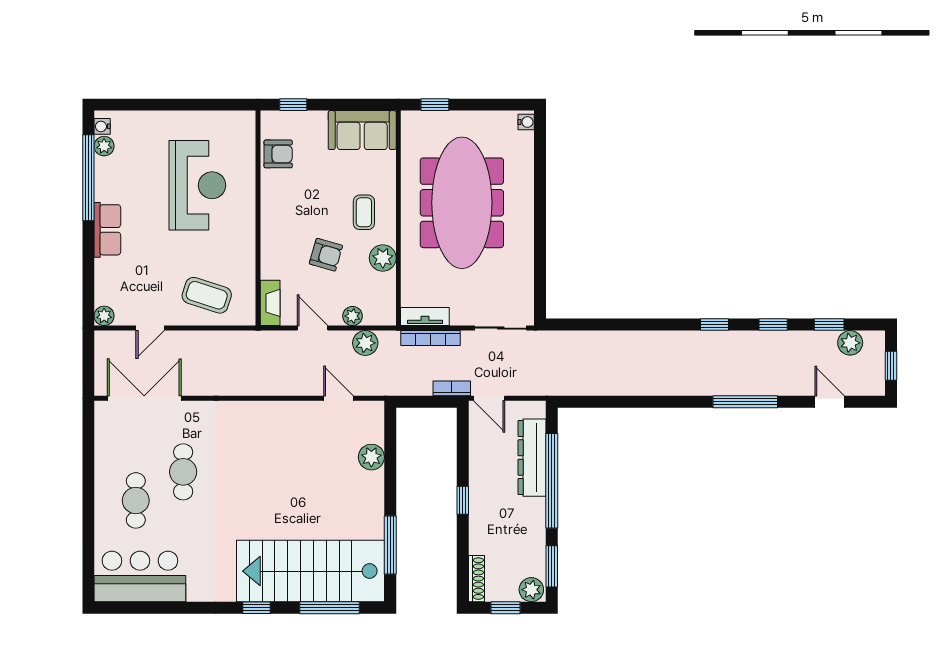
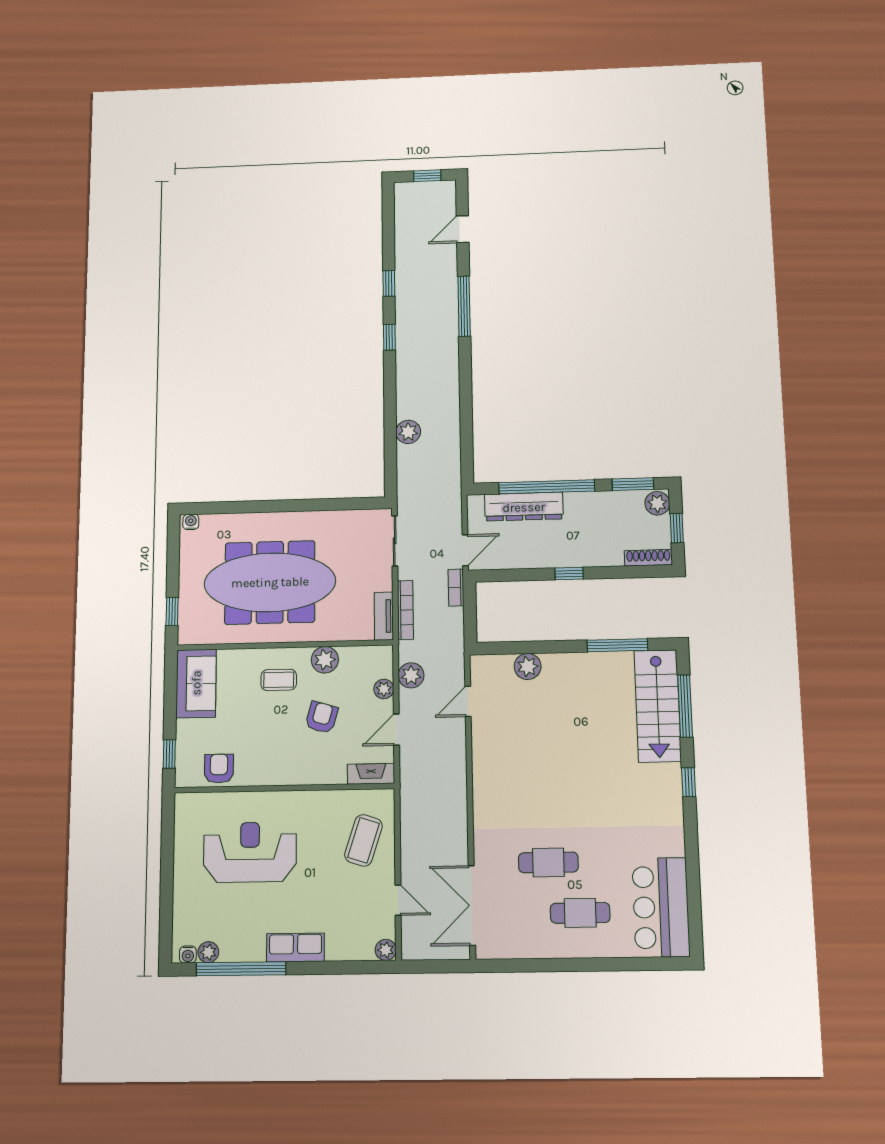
window: (829, 325) -> (388, 233), removed
plant: (850, 343) -> (408, 432), moved
stairs: (310, 571) -> (658, 706), width x0.73, depth x0.66

